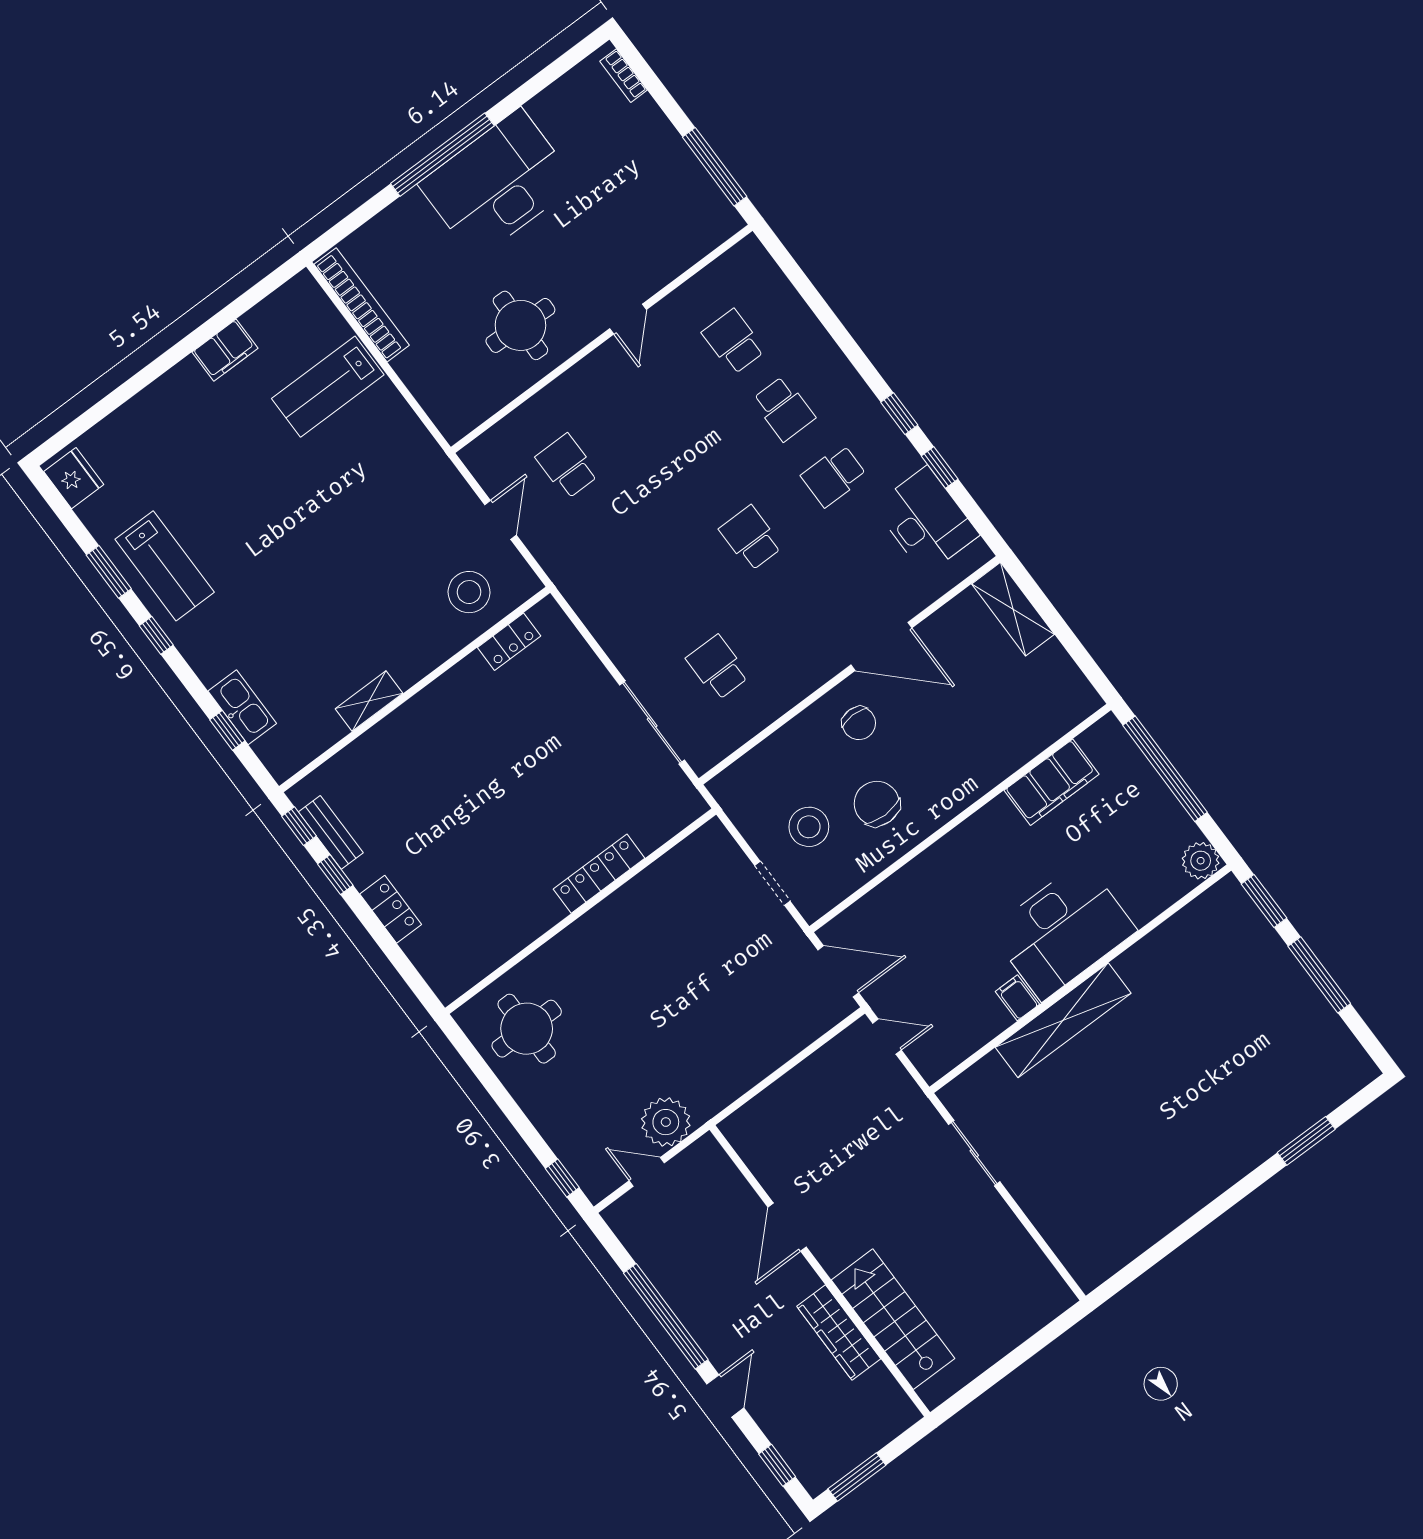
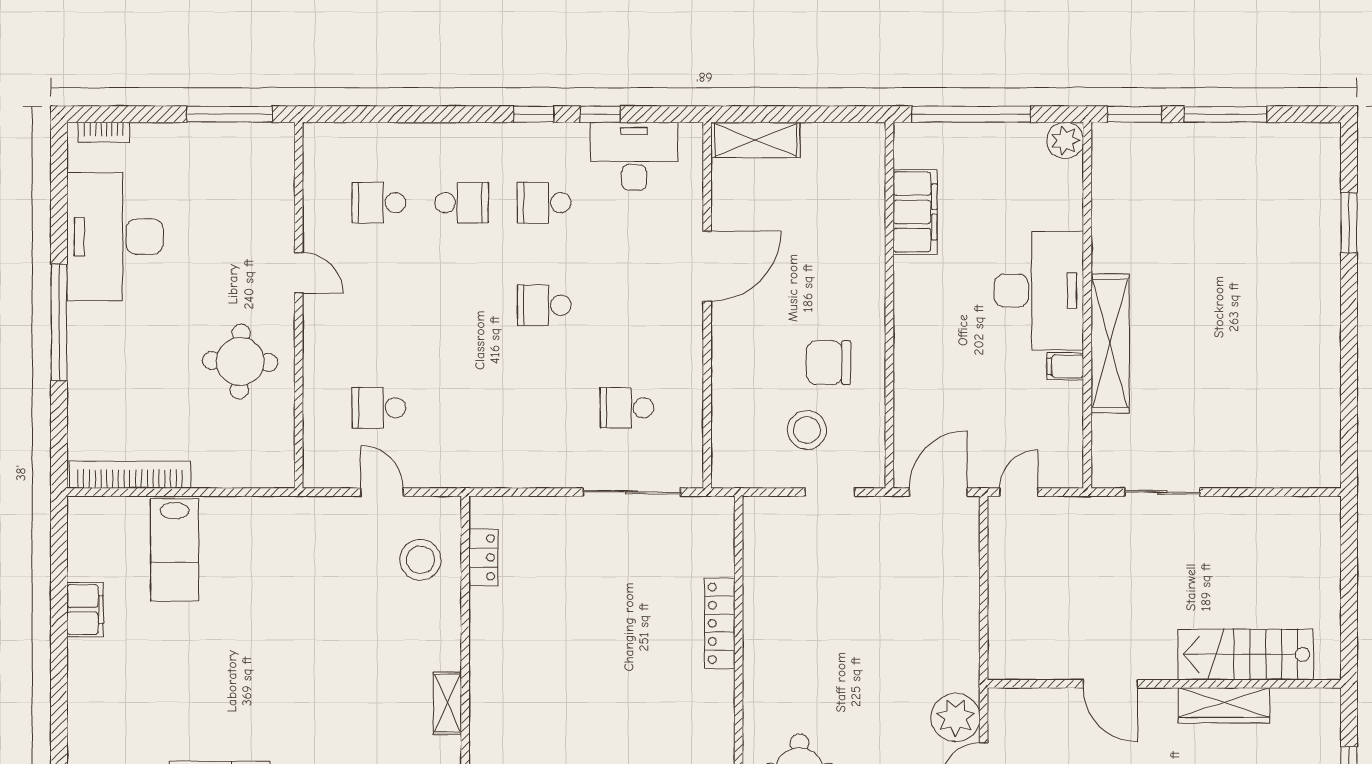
desk: (498, 184) -> (115, 237), moved
school desk: (834, 476) -> (544, 203), turned 90
chair: (859, 723) -> (755, 329), removed

